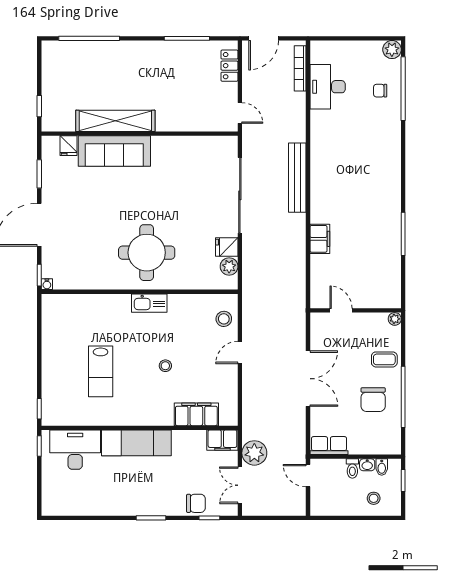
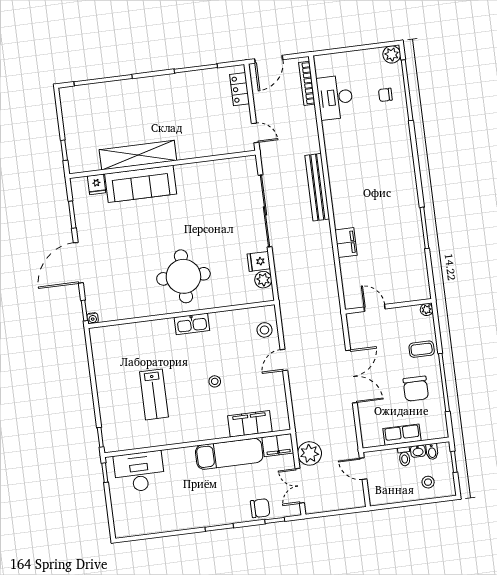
exam couch: (136, 443) -> (229, 454), moved
row of seats: (329, 446) -> (402, 435), moved

